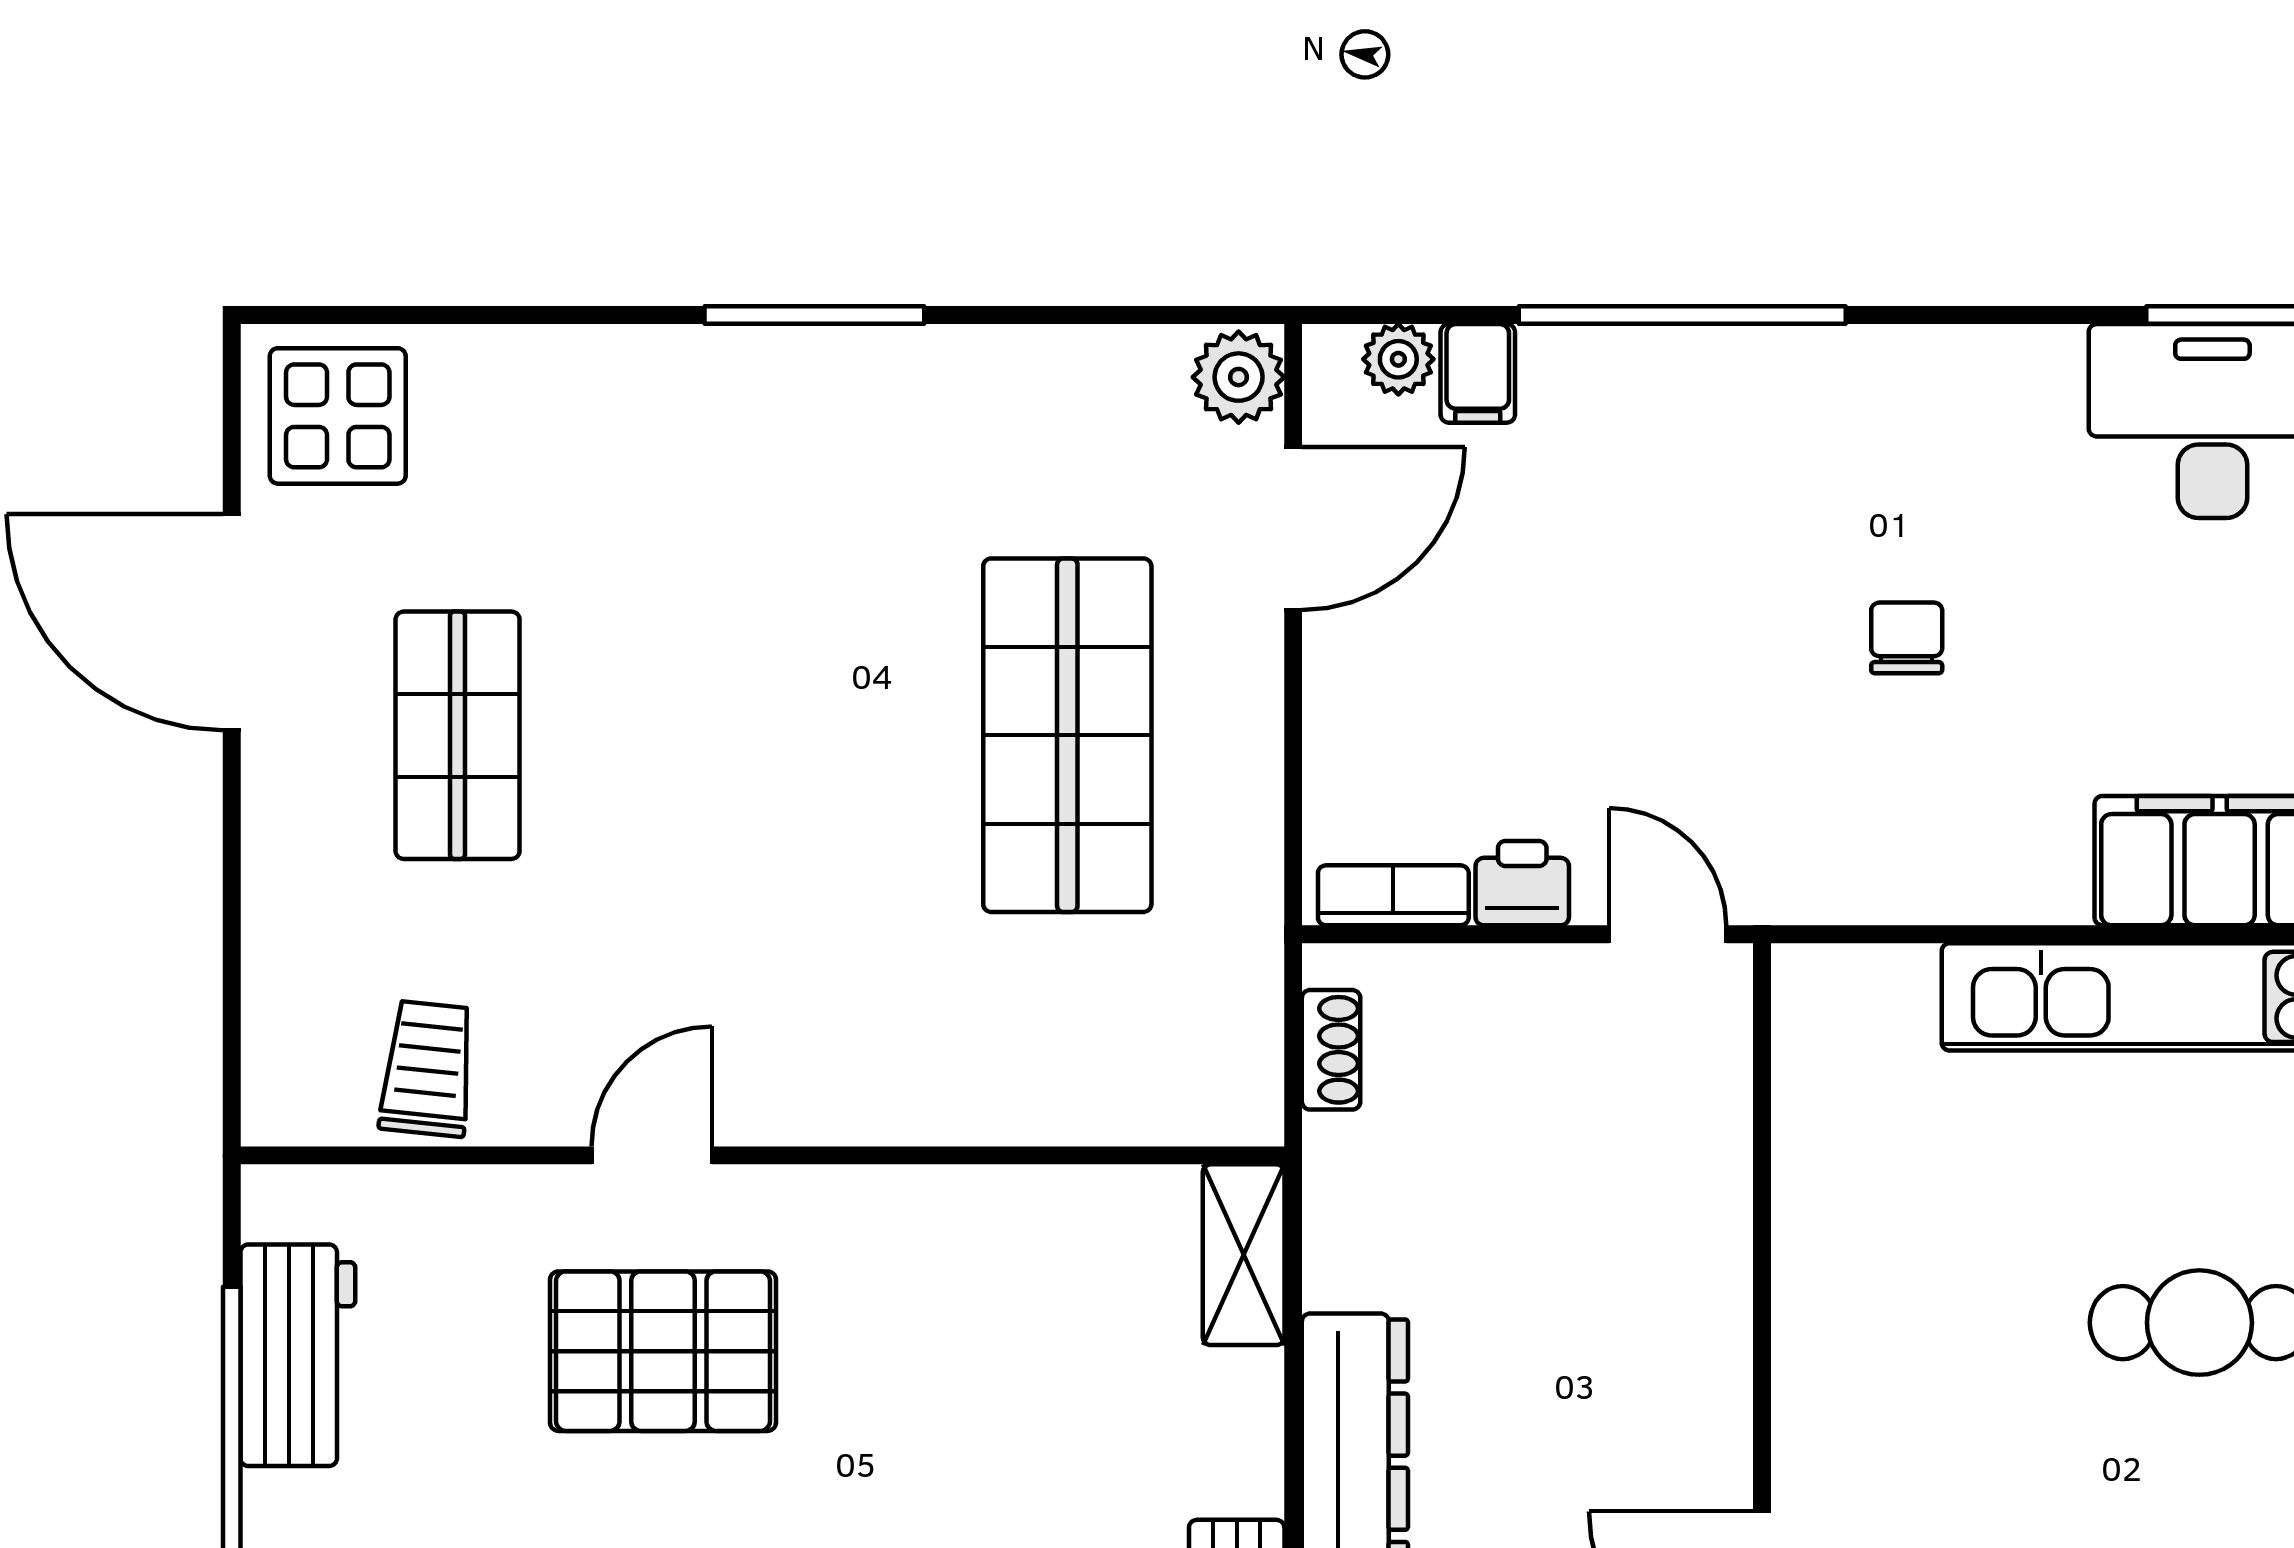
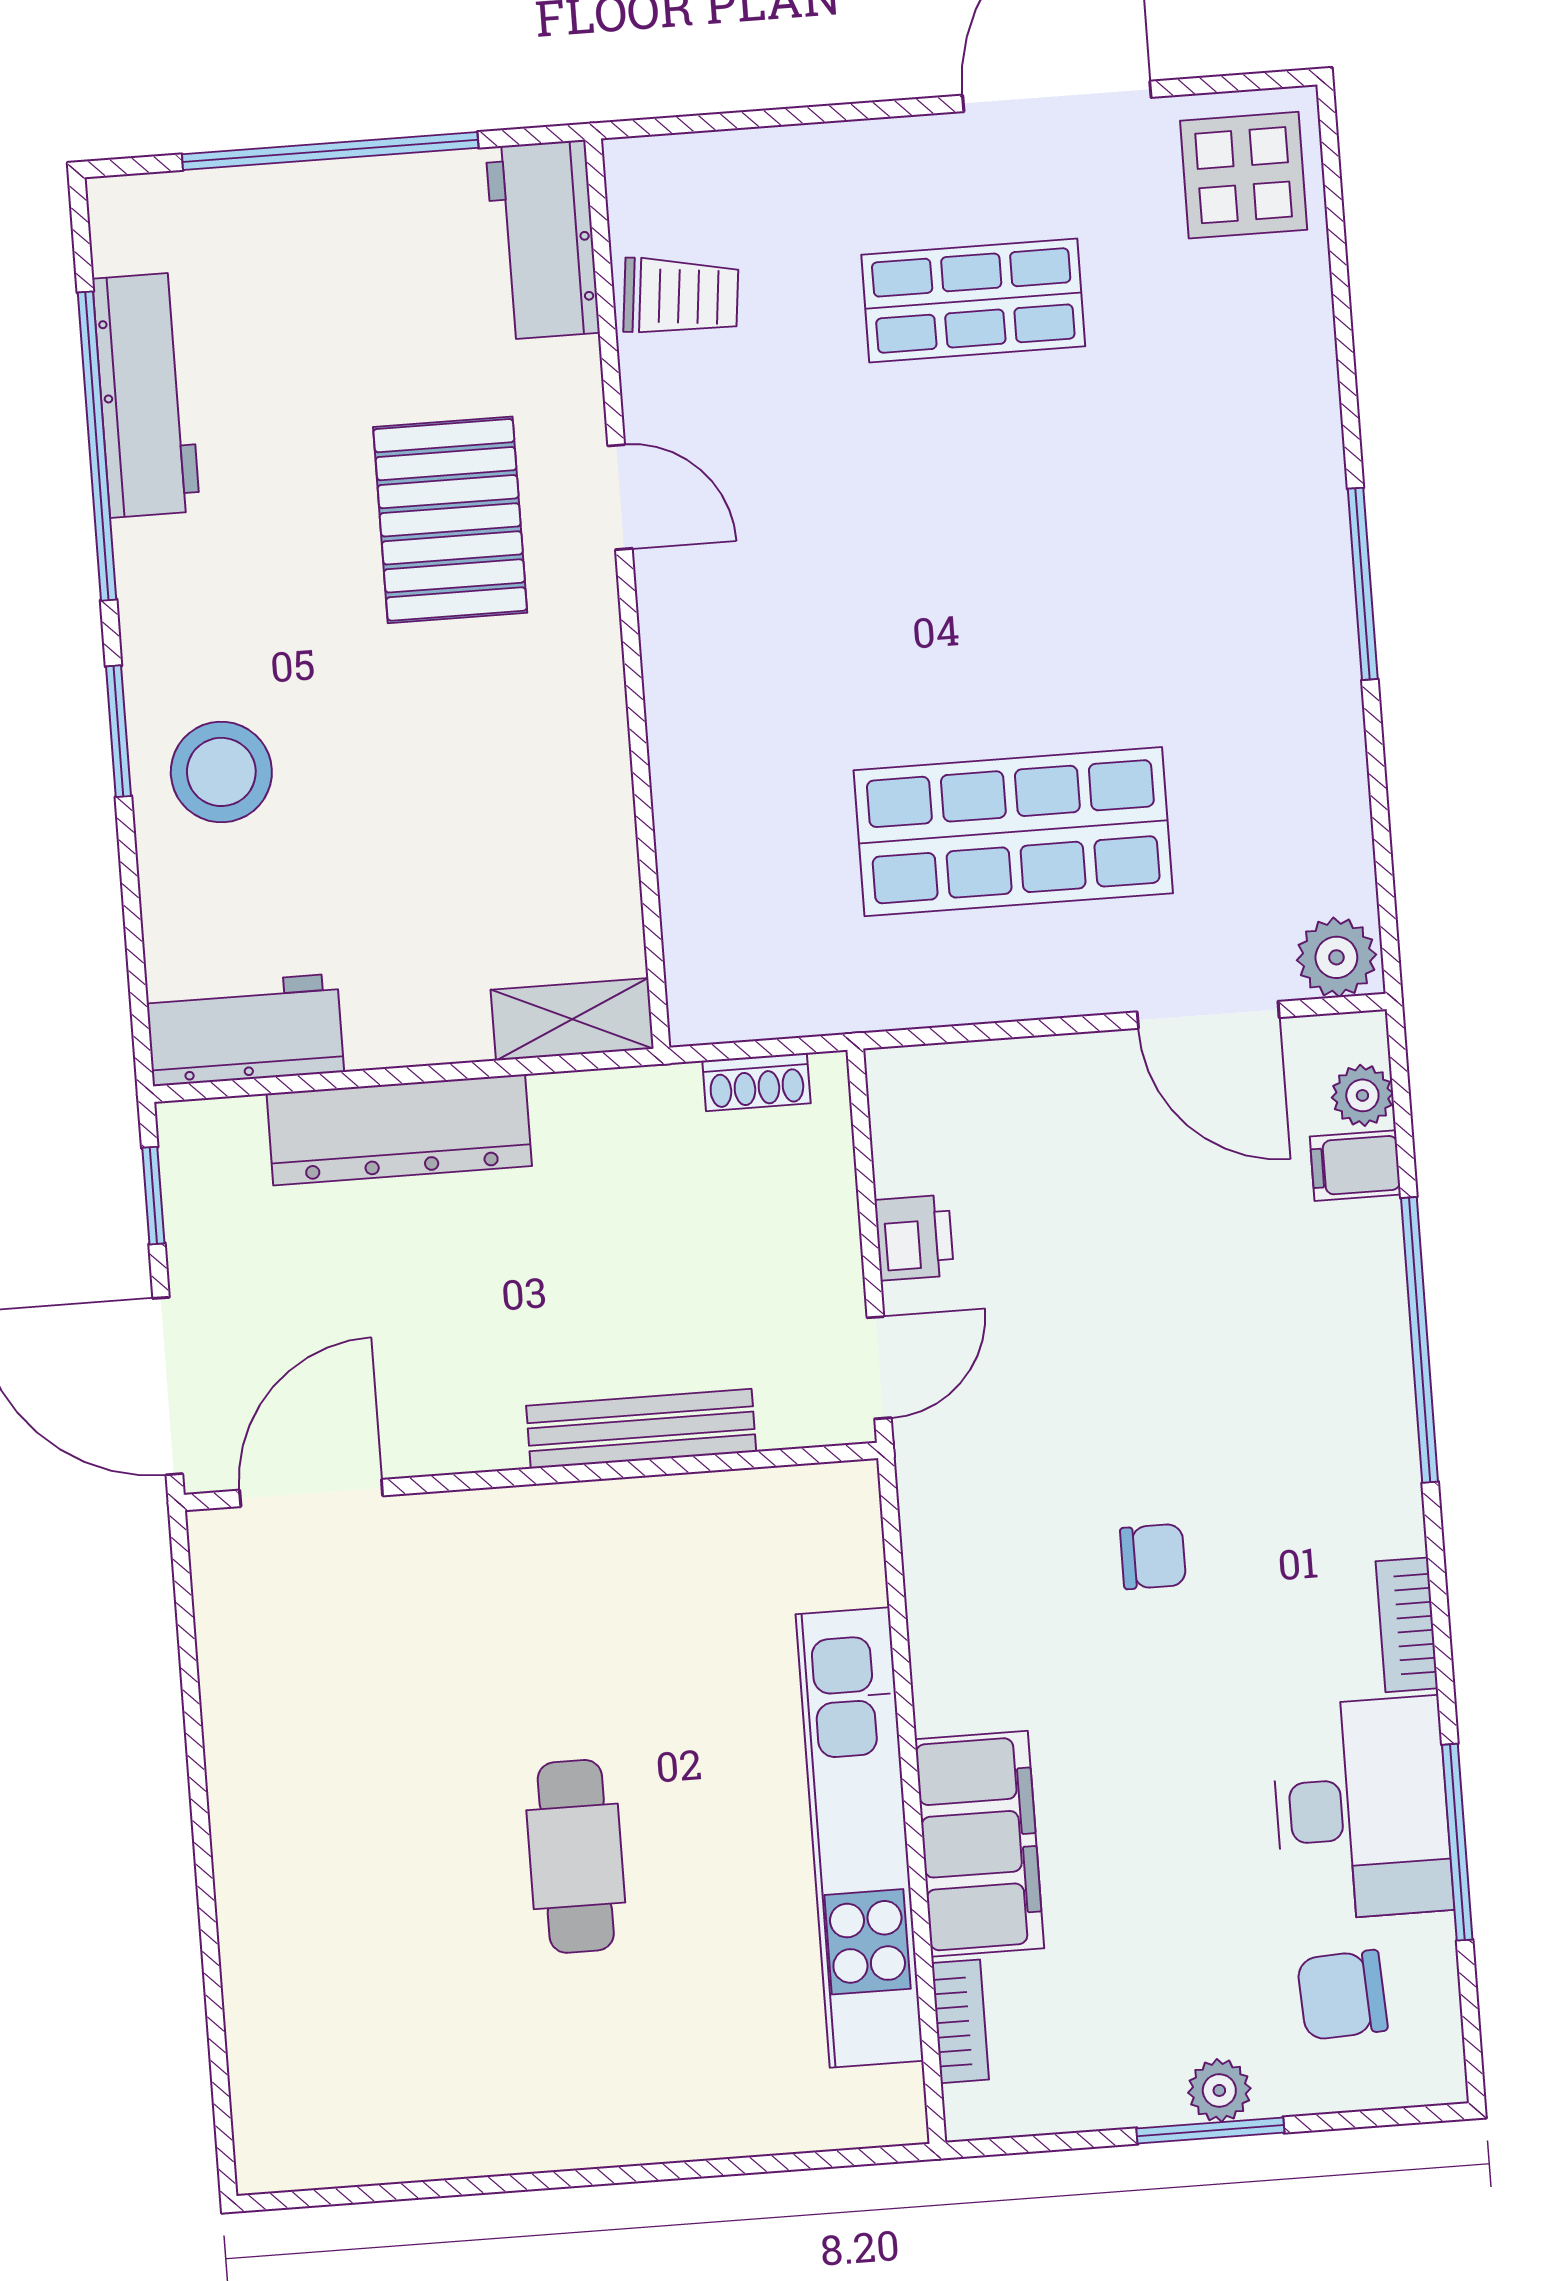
bookcase: (1393, 895) -> (1407, 1625), moved, turned 180
bench: (1717, 1211) -> (641, 1429), added
workbench: (298, 1355) -> (543, 240), moved, turned 90

